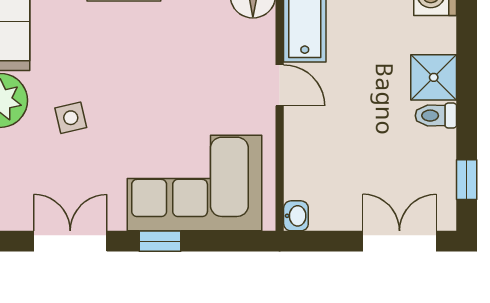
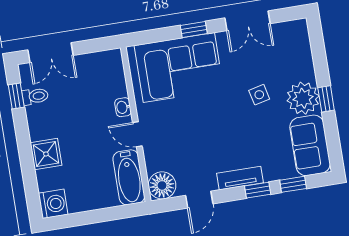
toilet: (436, 116) -> (35, 96), moved
washbasin: (296, 216) -> (123, 107), moved

